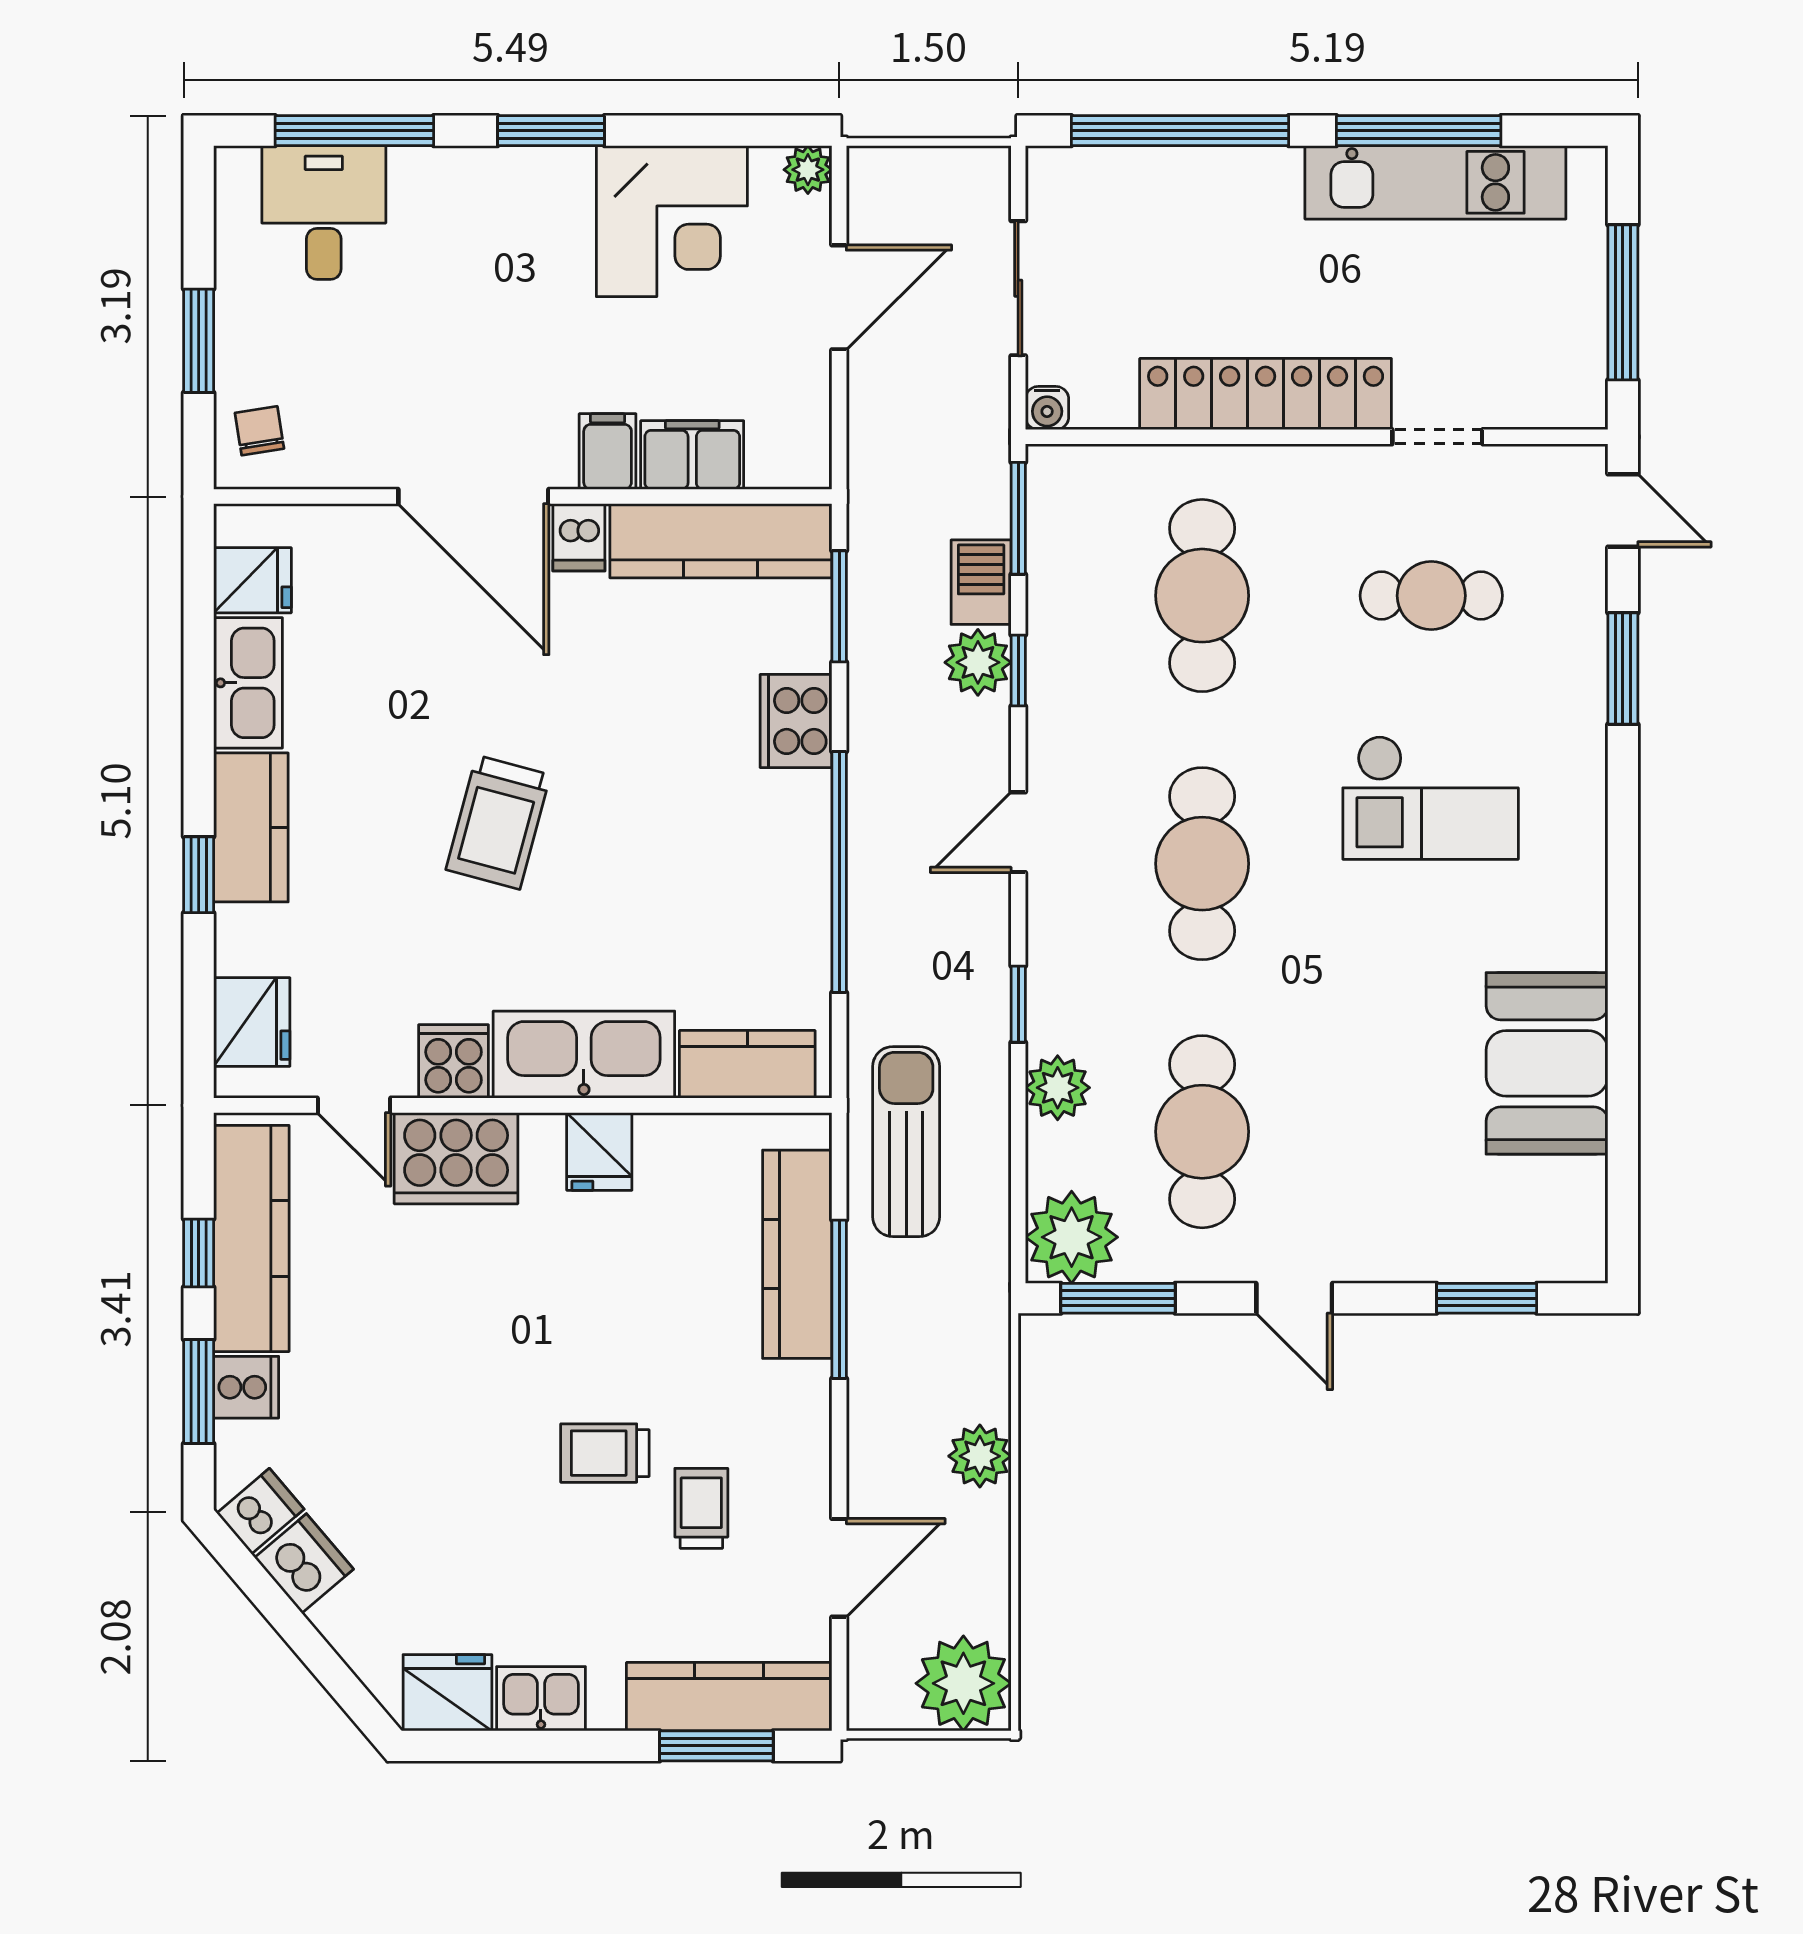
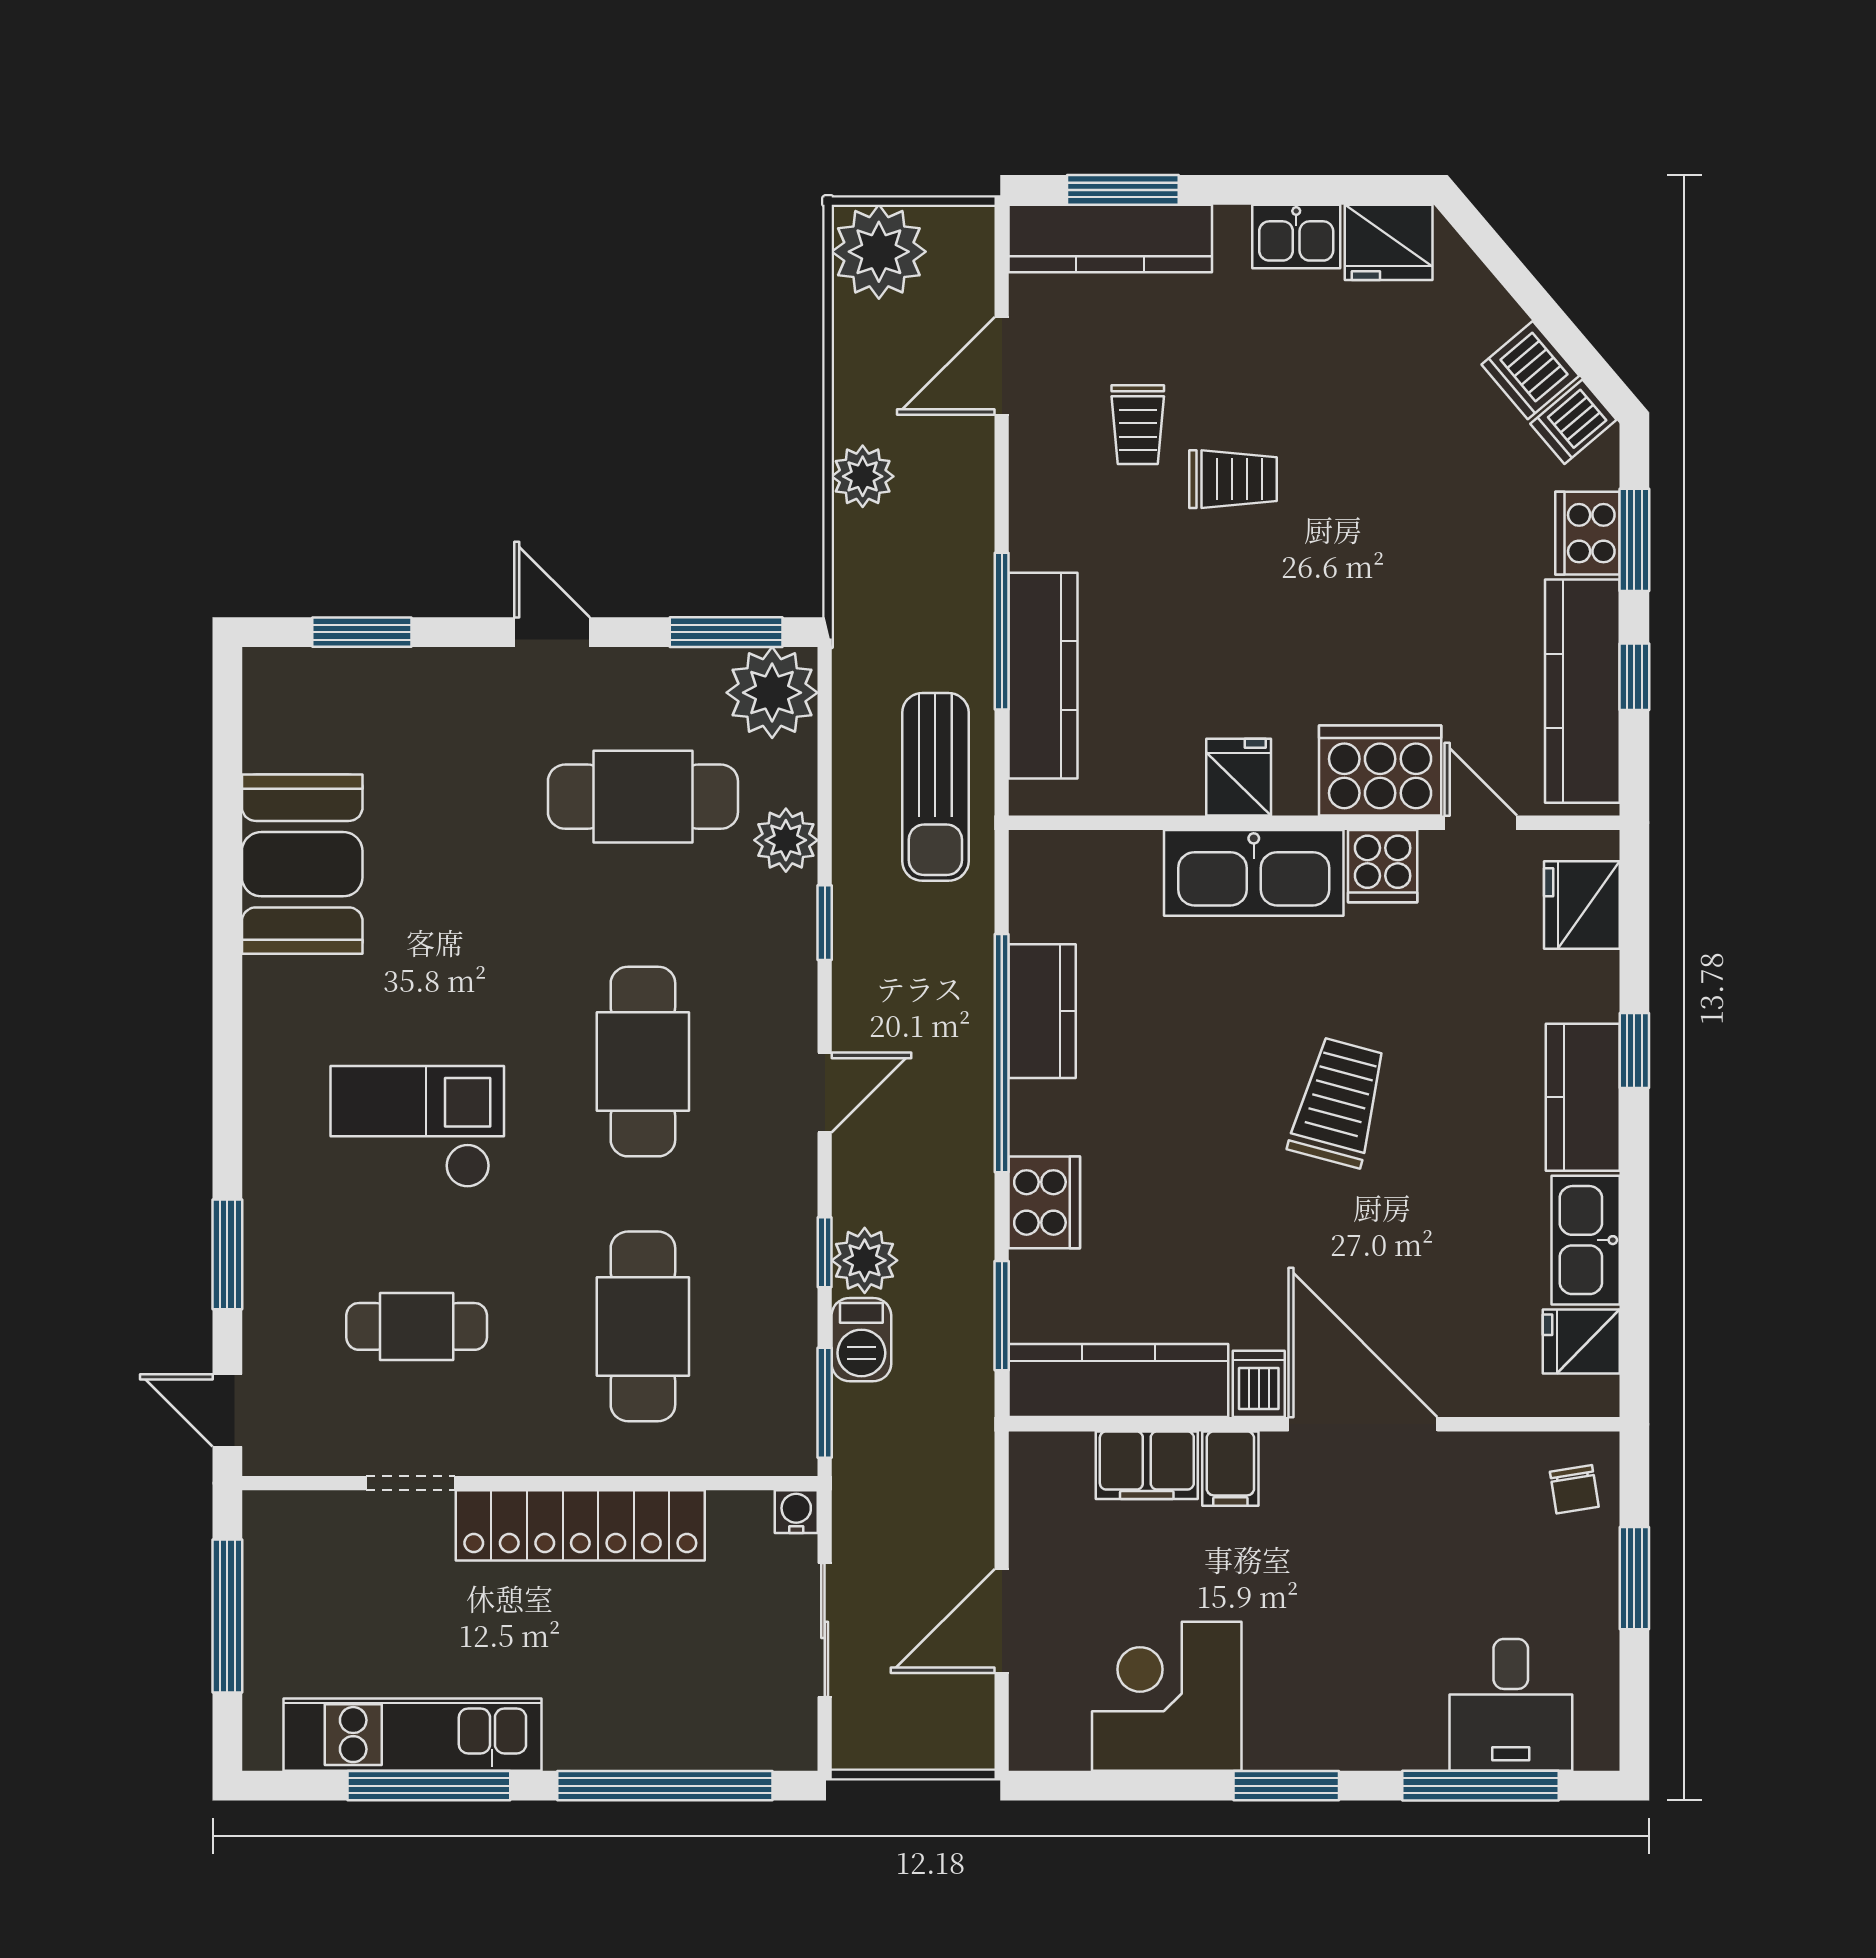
plant: (808, 170) -> (1032, 1747), removed
kitchen counter: (747, 1064) -> (1042, 1011), moved, turned -90
cafe table: (1202, 1132) -> (643, 797), turned 90
cooker: (246, 1387) -> (1587, 533), width x1.36

